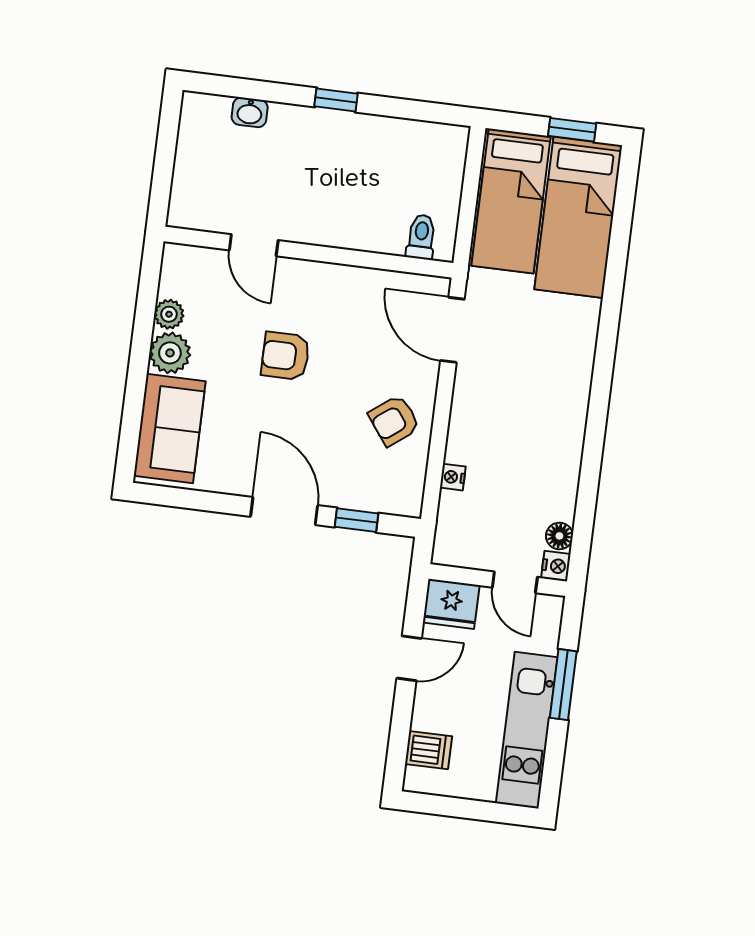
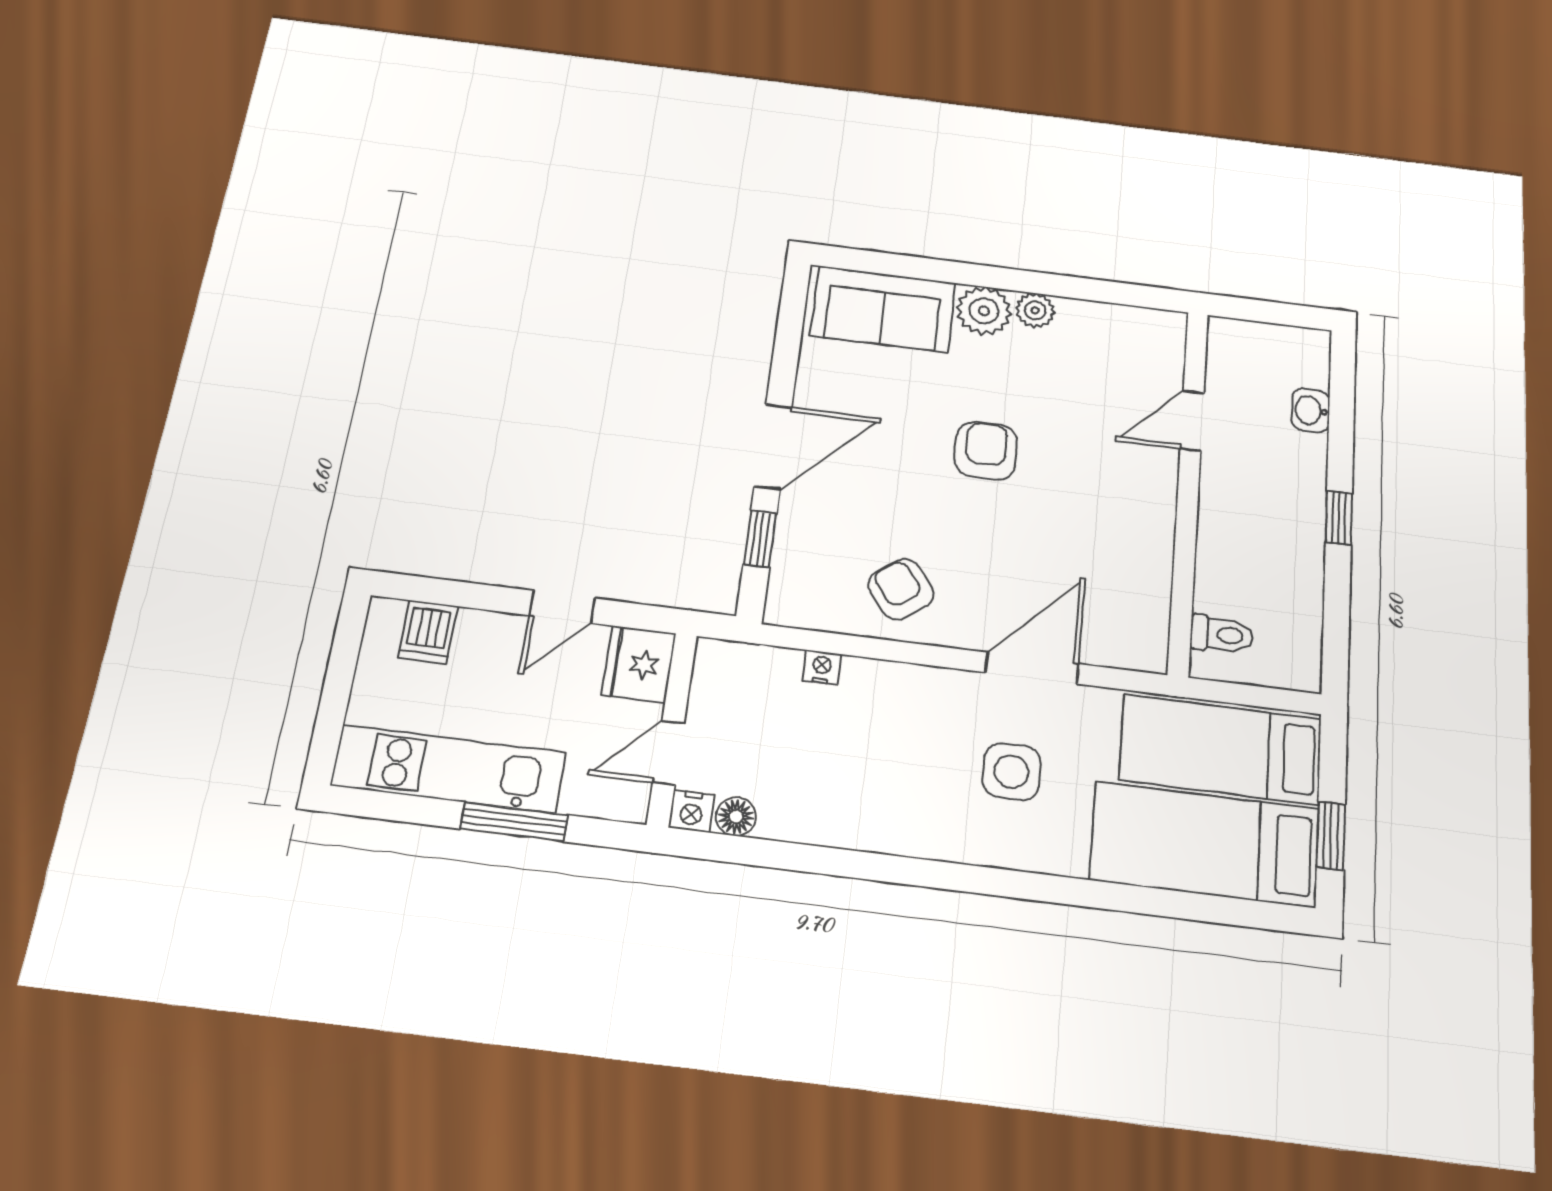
toilet: (421, 237) -> (1221, 635), moved
door: (254, 245) -> (1192, 421), moved
wall: (308, 252) -> (1188, 489), moved
side table: (527, 347) -> (1012, 772), added
door: (409, 658) -> (562, 607), hinge flipped

